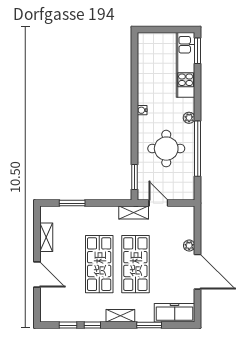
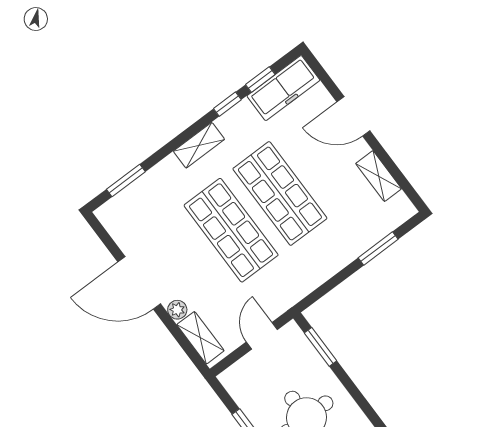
door: (158, 203) -> (262, 336), swing flipped
shelving: (134, 213) -> (200, 338), moved, turned 90
freezer: (175, 313) -> (283, 88), moved
window: (149, 325) -> (126, 180), moved

